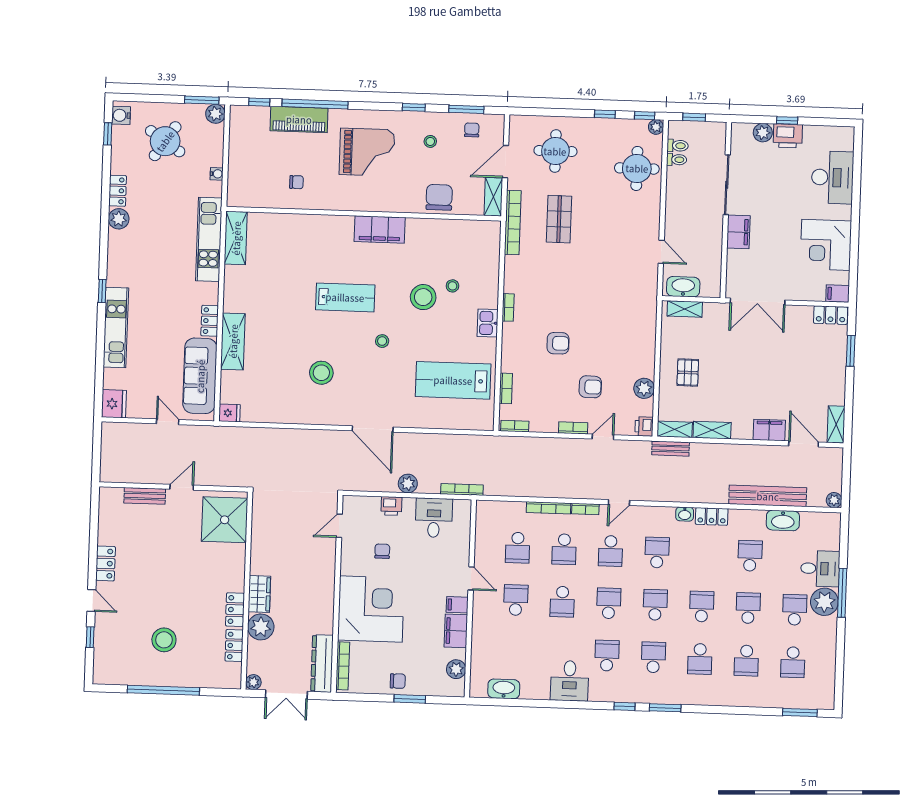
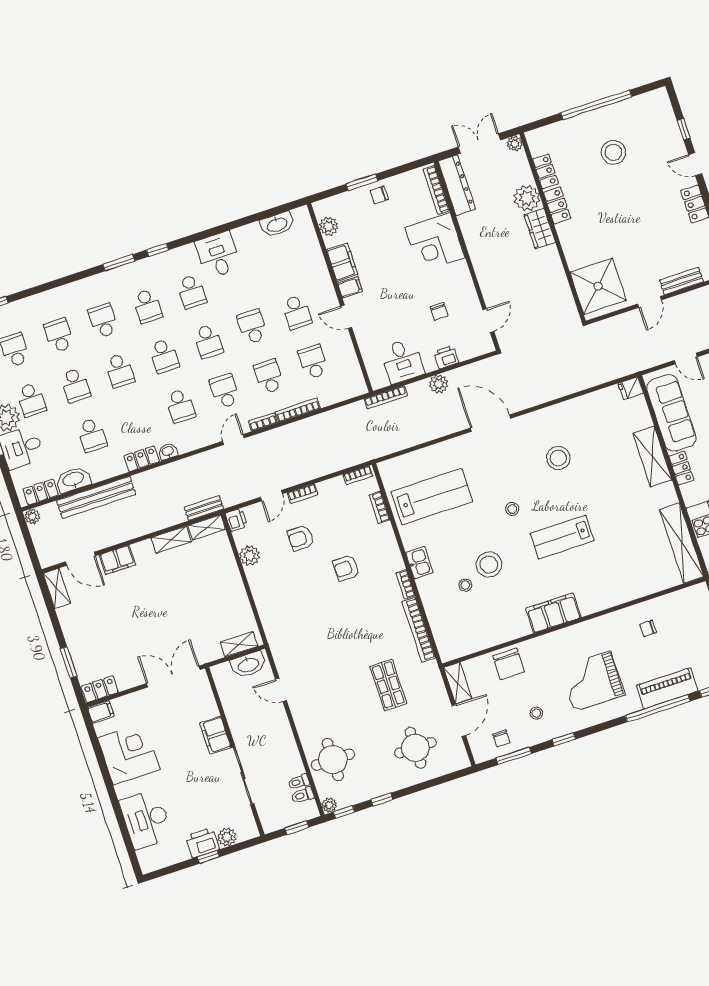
bookcase: (513, 222) -> (419, 630), moved
shelving: (236, 238) -> (682, 543), width x1.47
pallet: (688, 373) -> (214, 586), removed
locker: (818, 520) -> (41, 492), added
corner desk: (371, 609) -> (435, 242), width x0.74, depth x0.74

